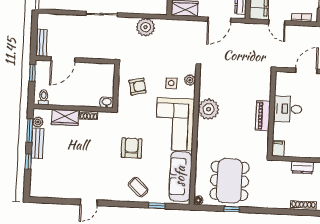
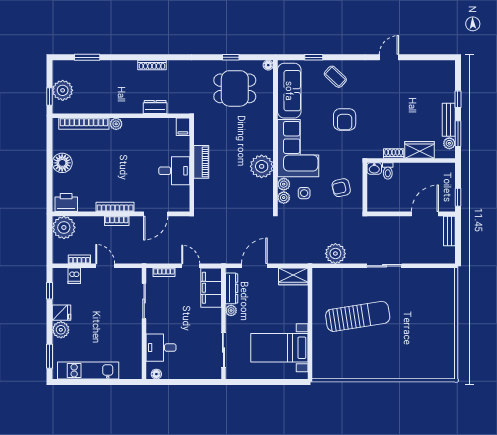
plant: (189, 92) -> (284, 184), added
toilet: (44, 97) -> (388, 171), moved
dining table: (229, 181) -> (235, 88), width x0.73

